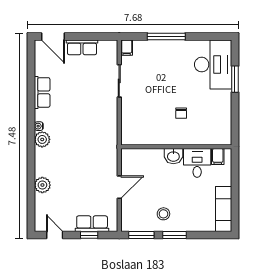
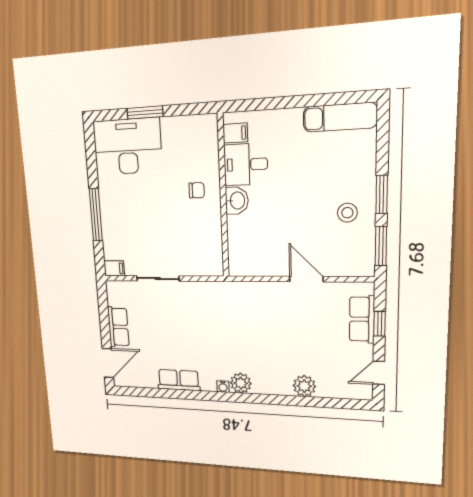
wall: (176, 147) -> (223, 197), moved
washbasin: (173, 156) -> (237, 201), moved
filing cabinet: (218, 156) -> (235, 133), moved
desk: (197, 163) -> (246, 164), moved

